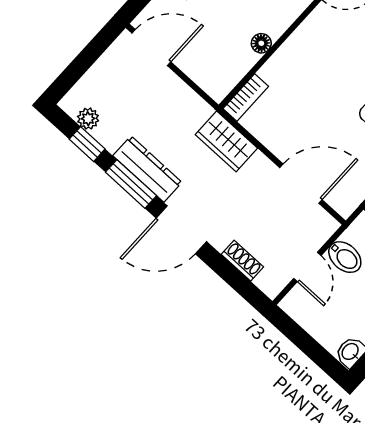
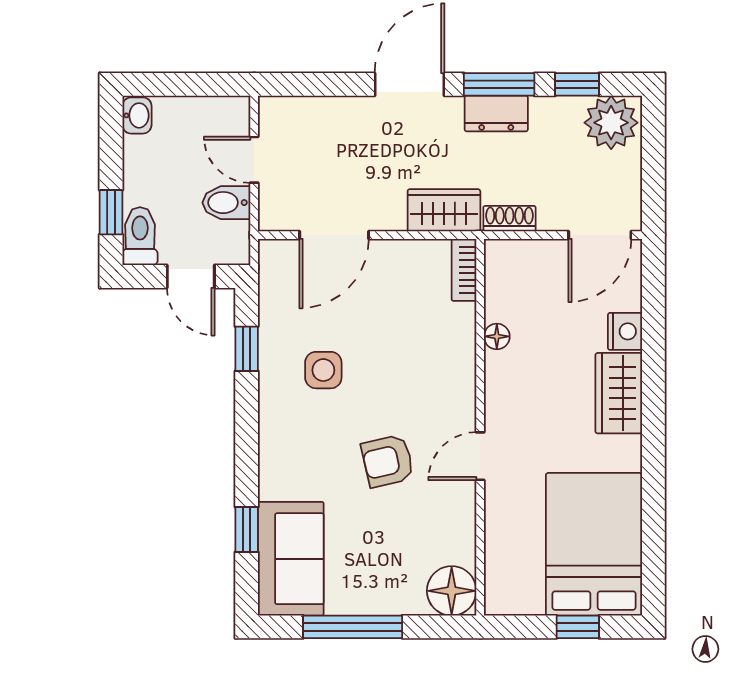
plant: (88, 119) -> (611, 123), width x1.88, depth x1.88
dresser: (147, 169) -> (496, 114), width x0.70
shoe rack: (242, 261) -> (509, 219), moved, turned 180

